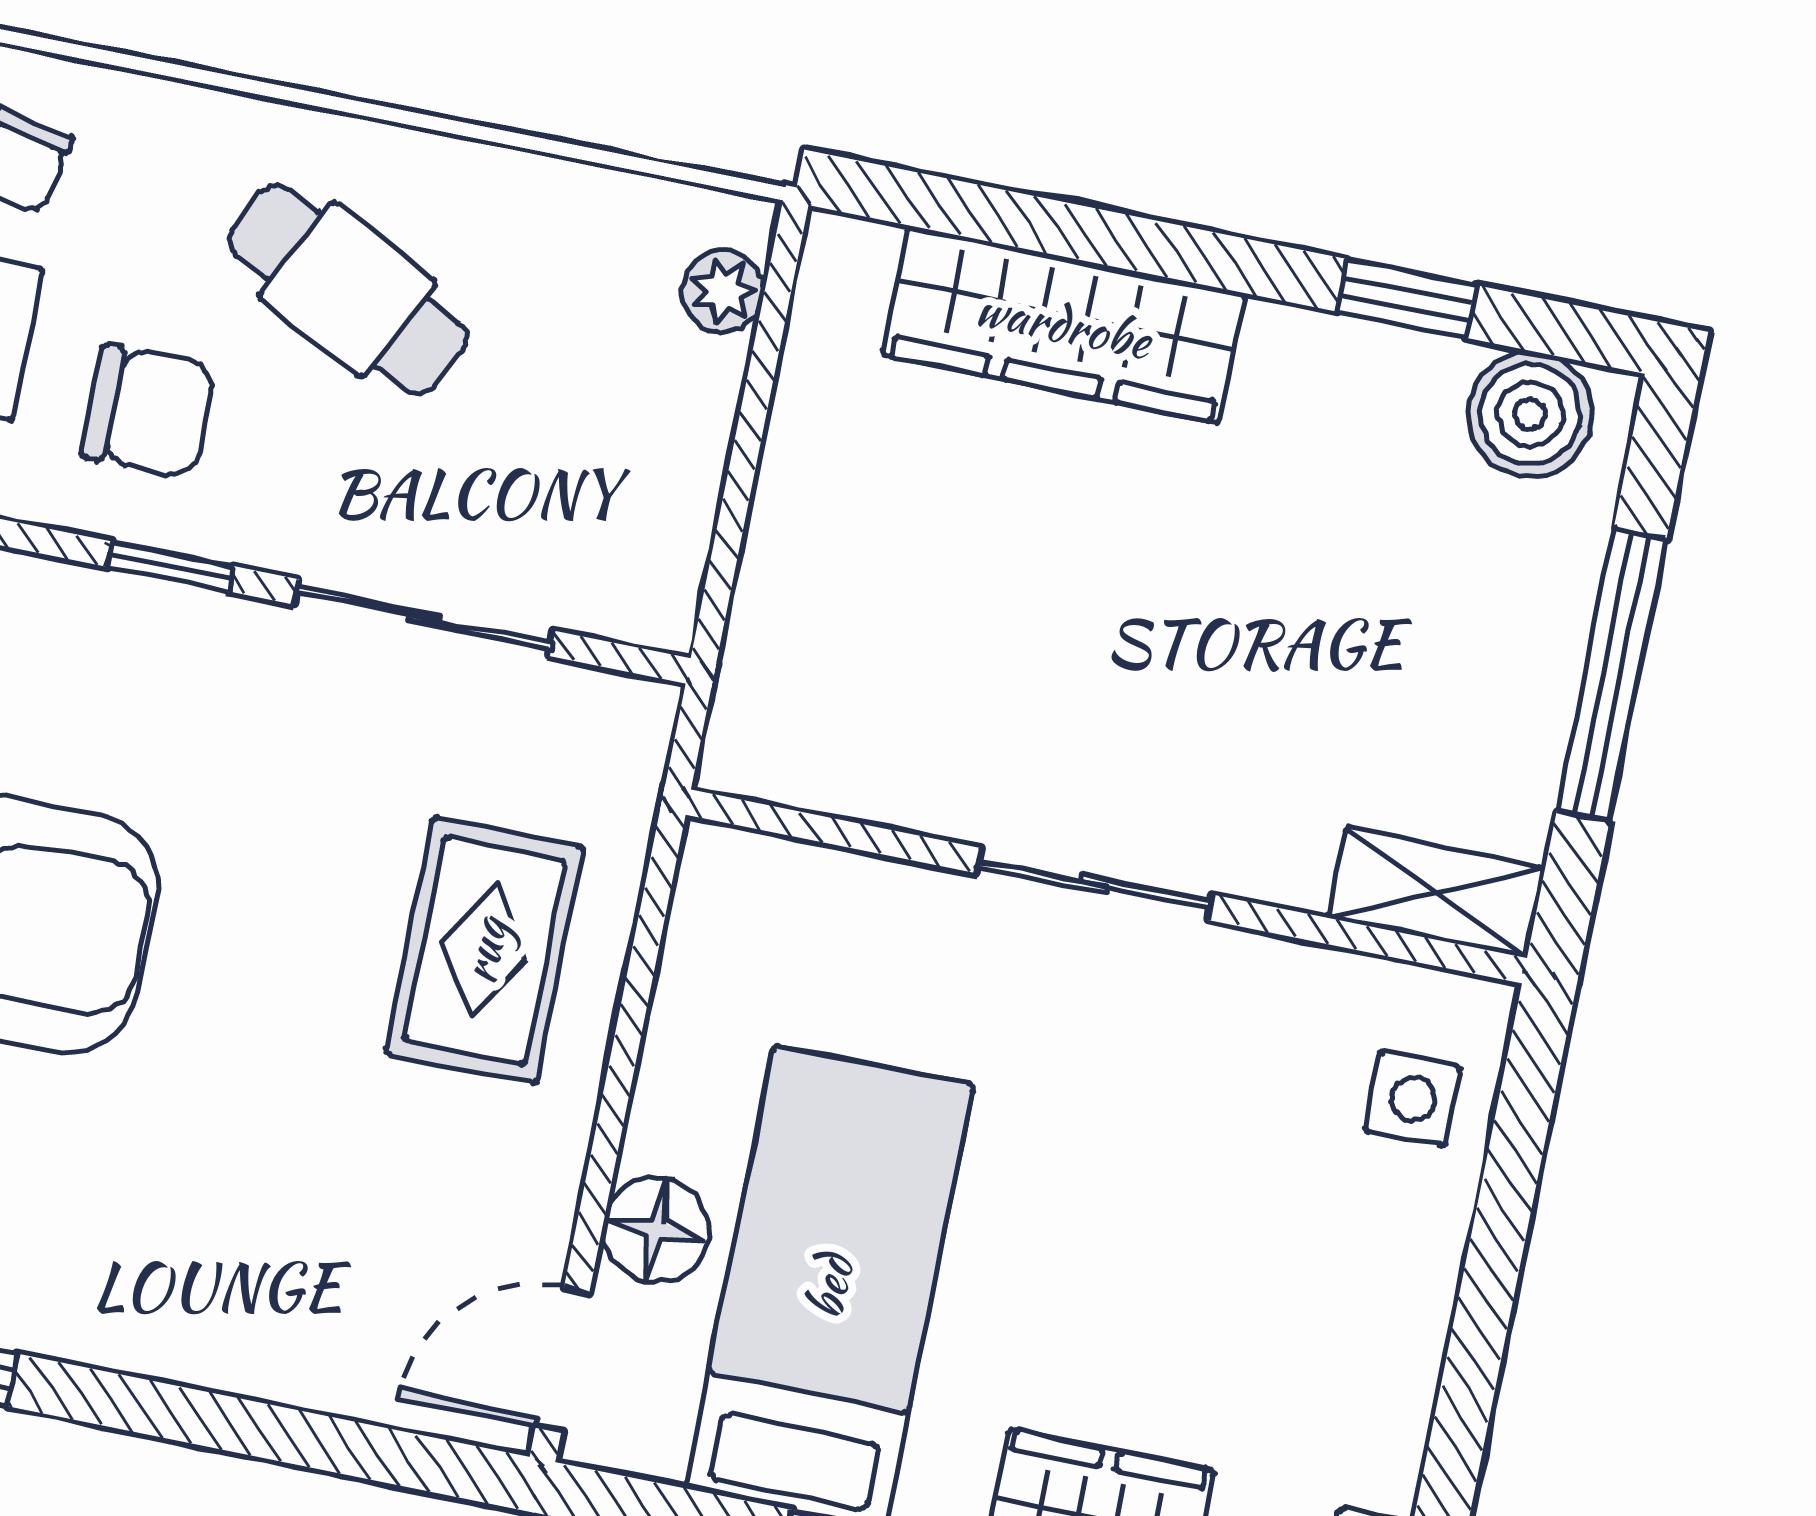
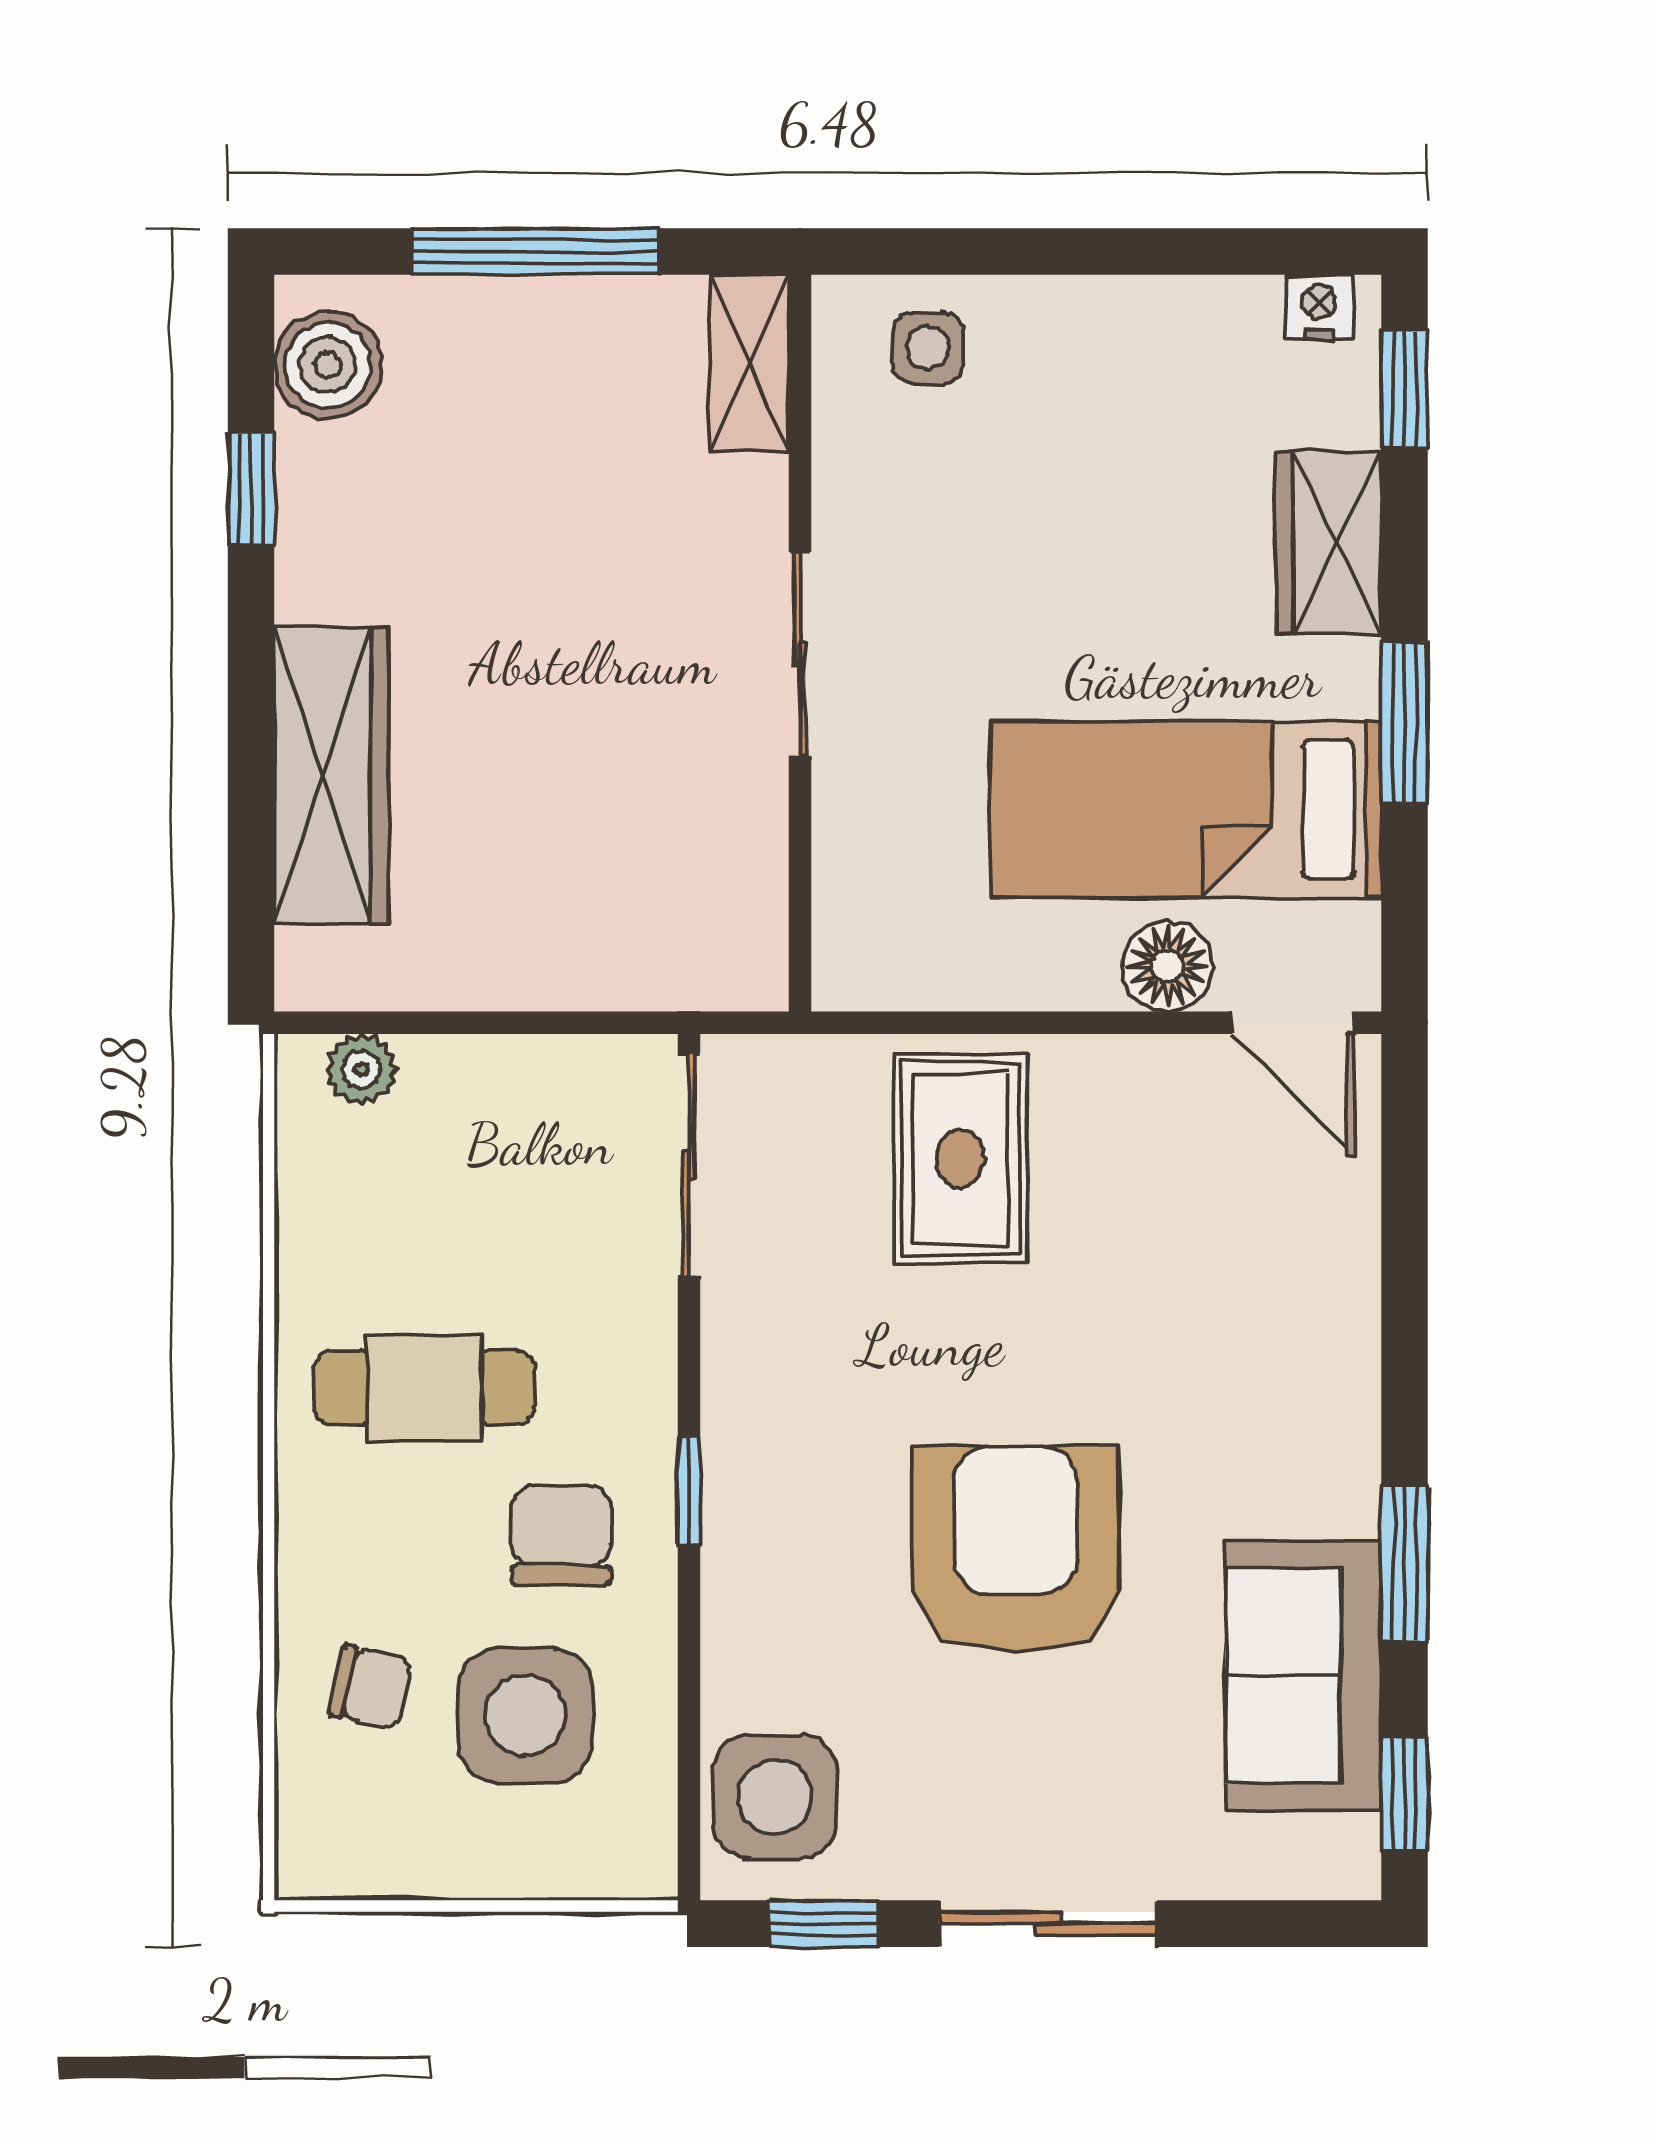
cafe table: (347, 289) -> (424, 1388), turned 63
sliding door: (424, 618) -> (689, 1165), moved
rug: (484, 951) -> (960, 1159), turned 90

